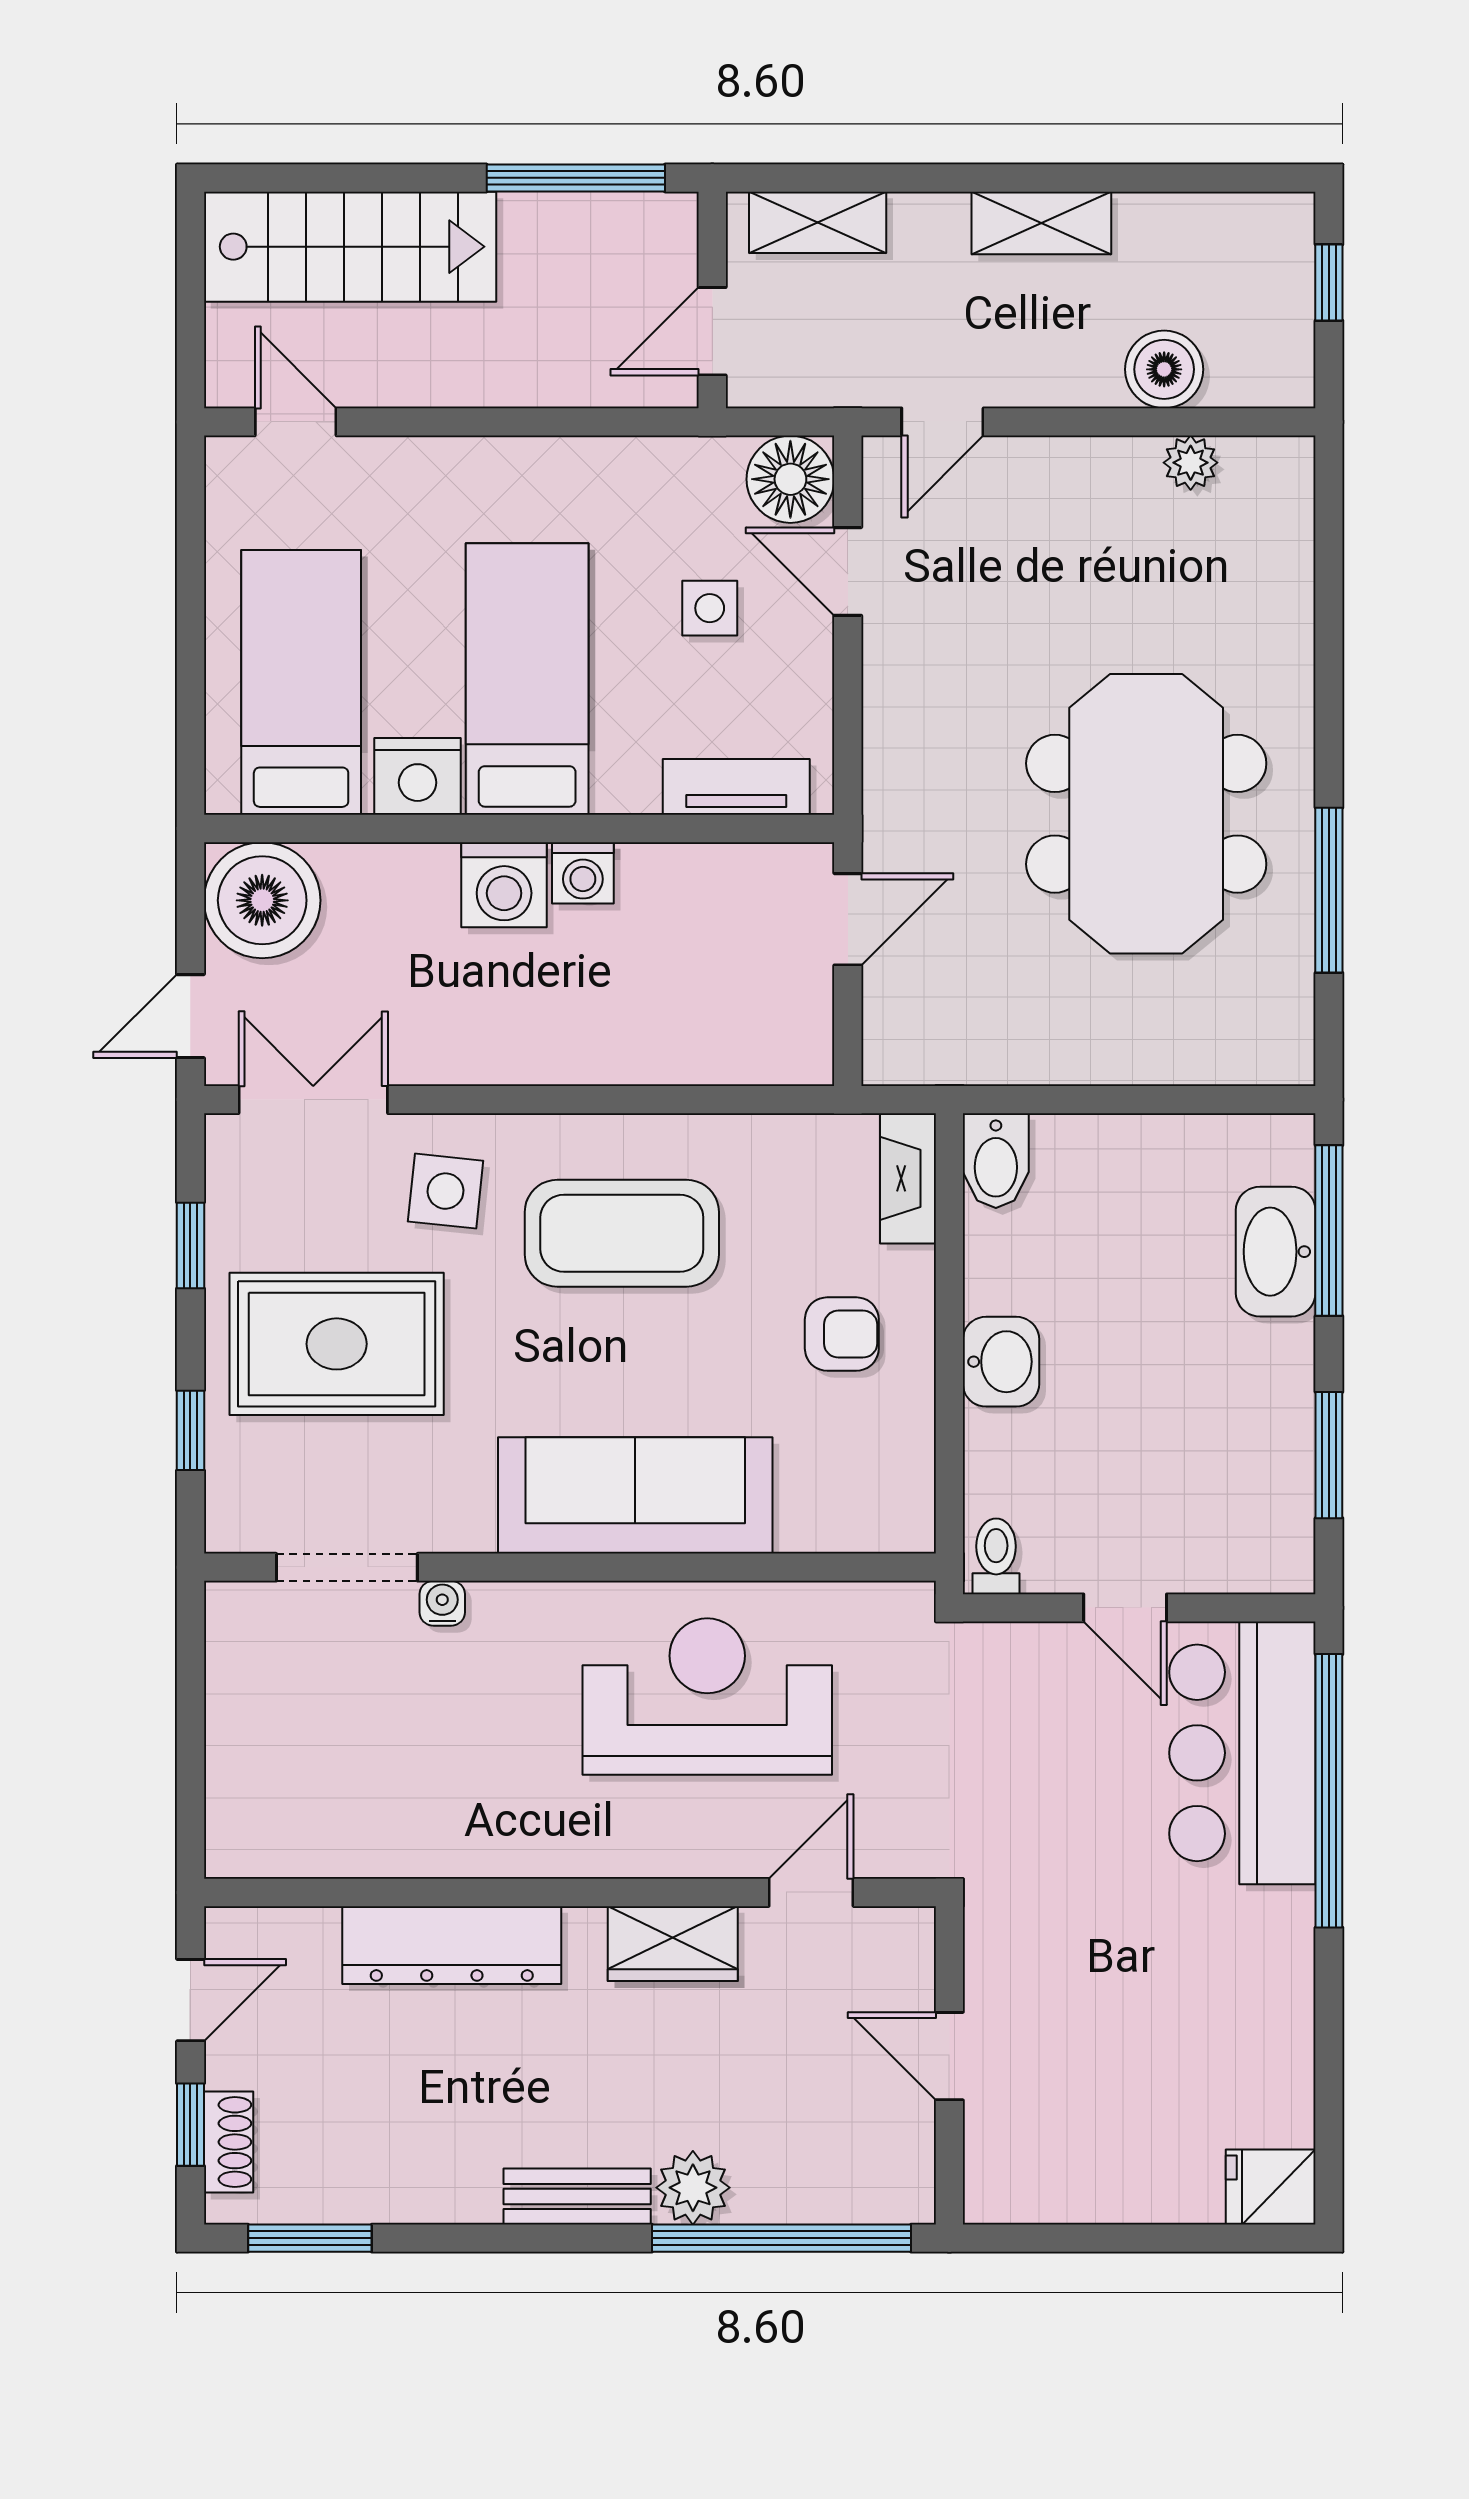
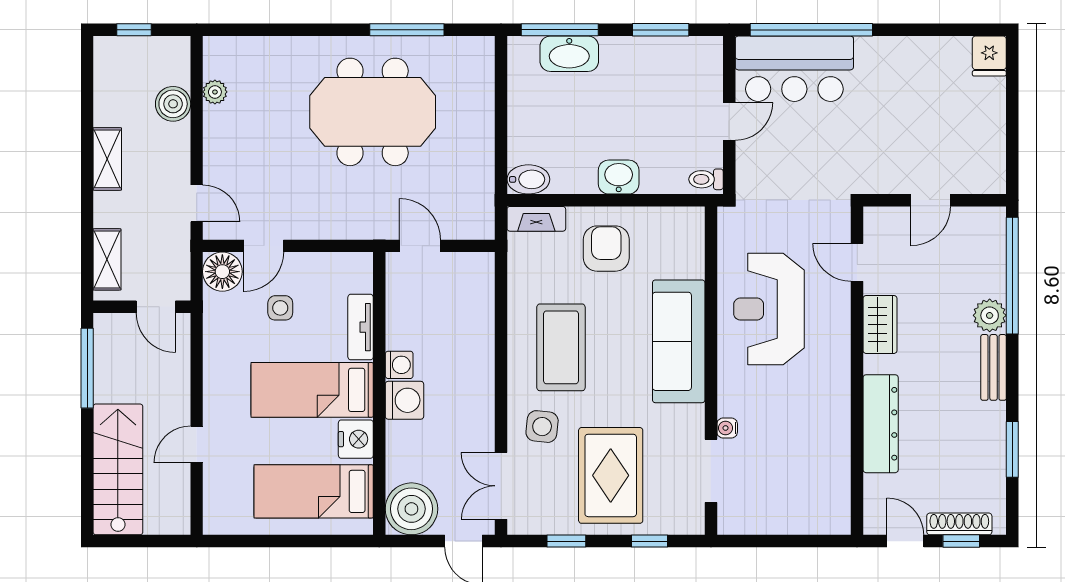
door: (296, 422) -> (197, 445), moved
tv unit: (736, 787) -> (361, 327), moved
armchair: (842, 1334) -> (606, 249), width x1.38, depth x1.38
shoe rack: (229, 2142) -> (959, 524), width x1.43
window: (310, 2238) -> (1012, 449), moved

